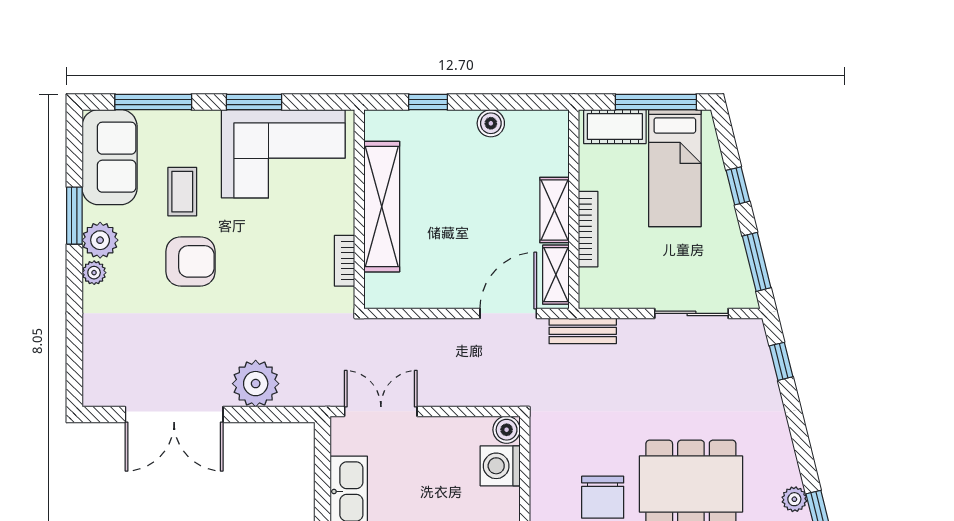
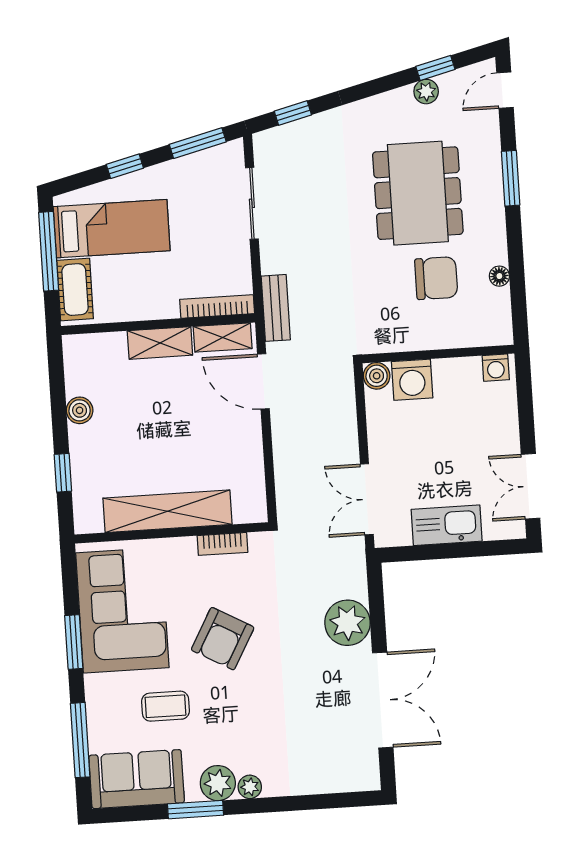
bookcase: (588, 229) -> (217, 306), moved
armchair: (190, 261) -> (223, 639), moved, turned -151

